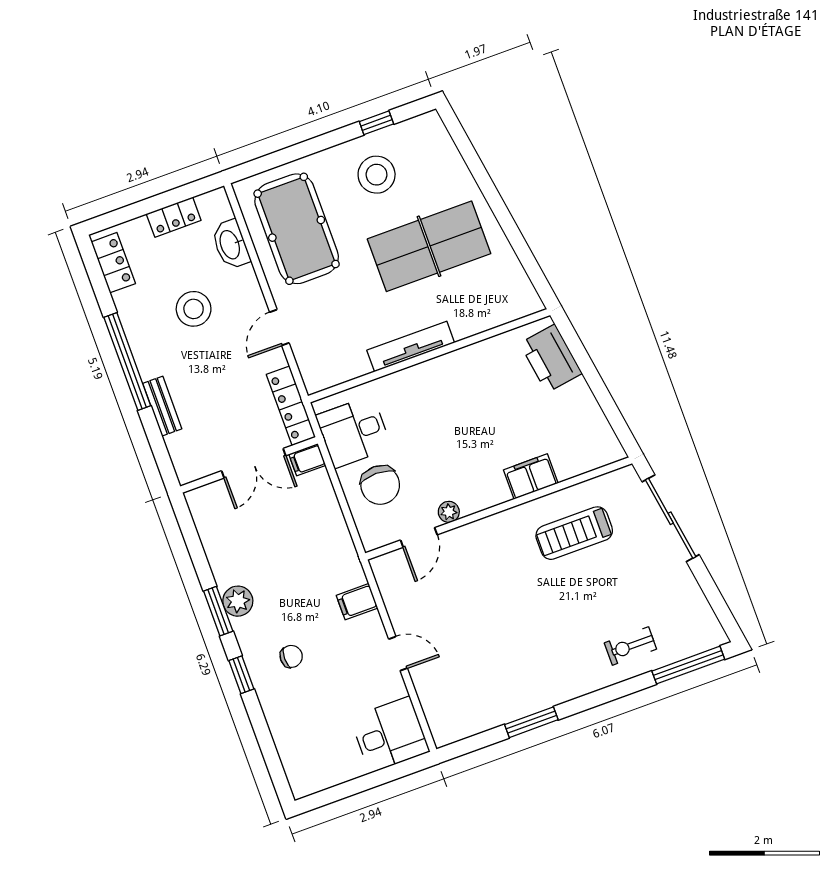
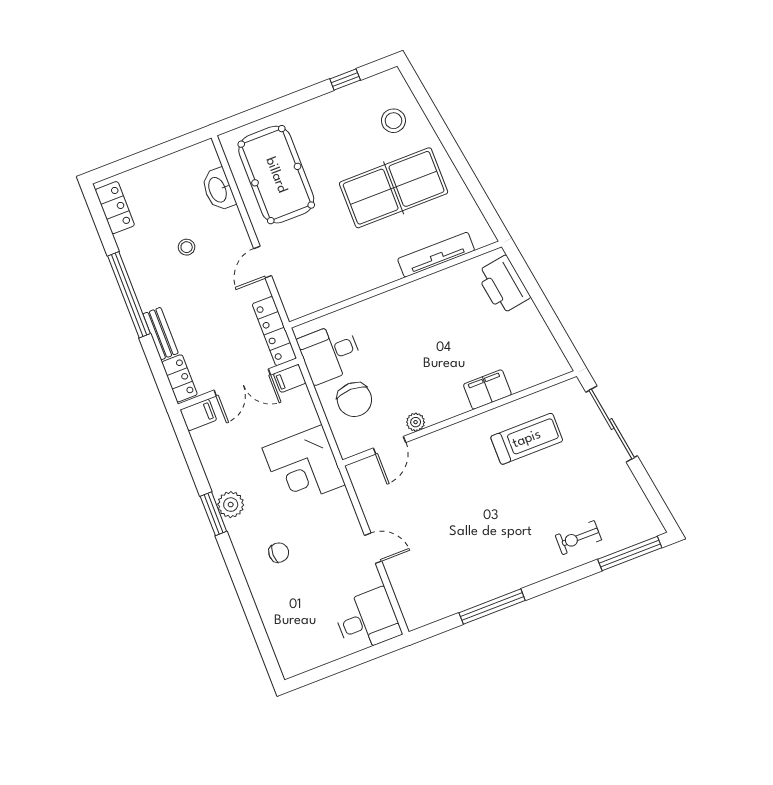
stool: (377, 175) -> (393, 121), moved, width x0.73, depth x0.73
locker: (174, 217) -> (180, 378), moved, turned -90
stool: (194, 309) -> (187, 247), width x0.53, depth x0.53
tv unit: (411, 346) -> (436, 255), moved
treadmill: (574, 533) -> (527, 439), turned 180
corner desk: (321, 559) -> (304, 466), added
filing cabinet: (357, 602) -> (198, 415), moved, turned 180
window: (241, 675) -> (235, 570), removed
window: (531, 722) -> (492, 607), width x1.44

